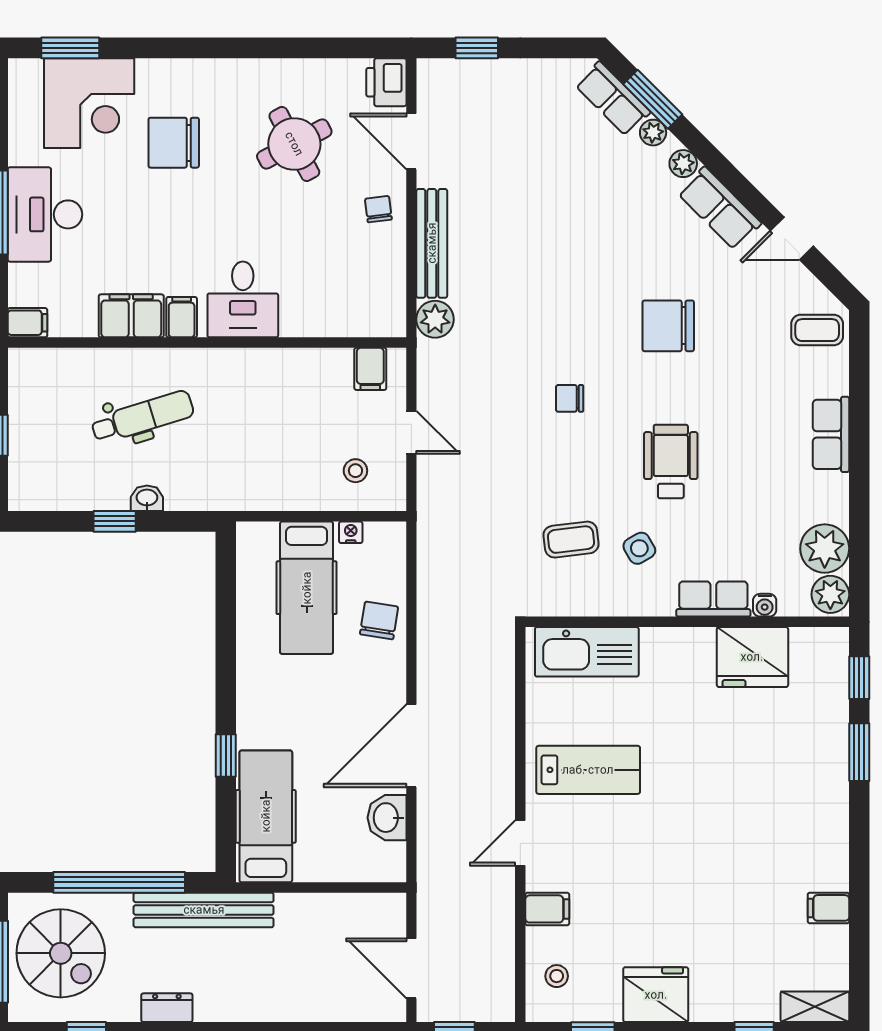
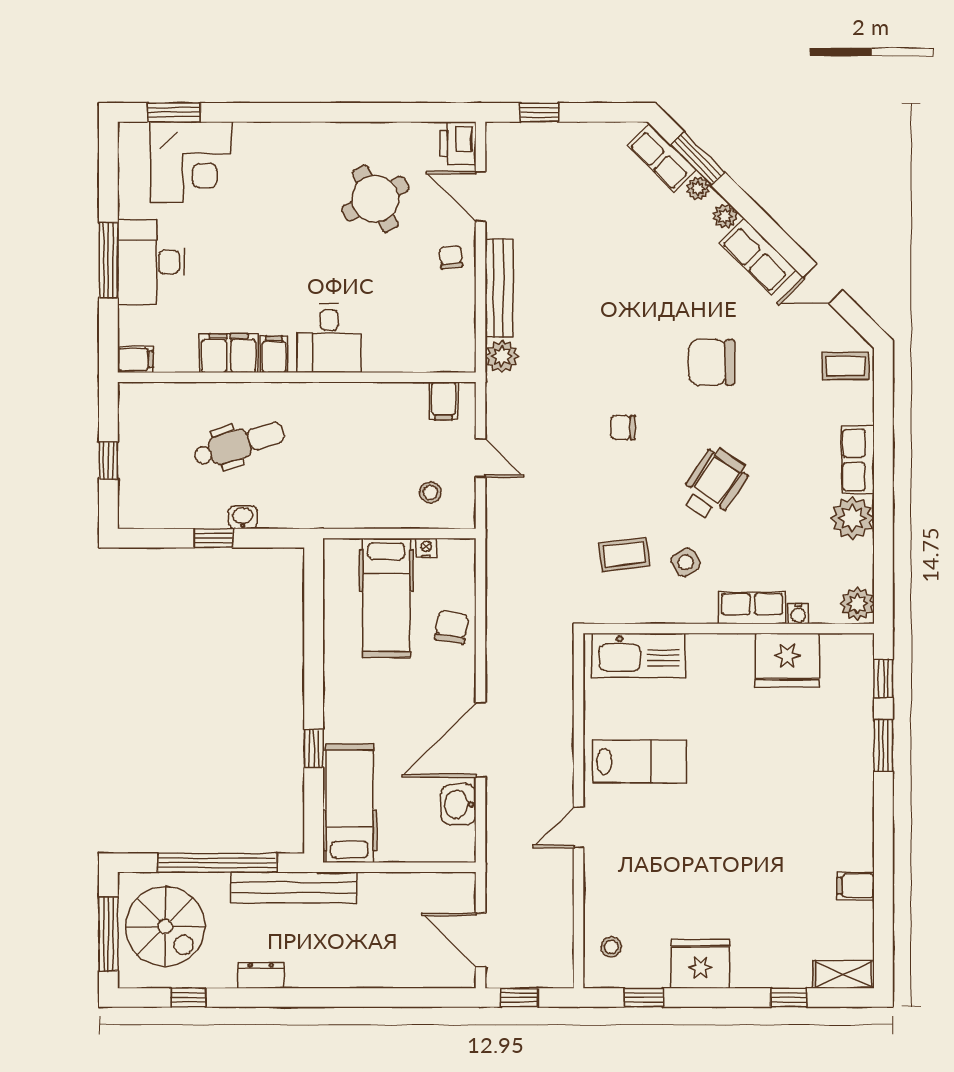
chair: (174, 143) -> (267, 197), removed
wheelchair: (671, 461) -> (714, 484), turned 34
plant: (825, 549) -> (852, 518), moved
filing cabinet: (547, 909) -> (603, 887), removed

